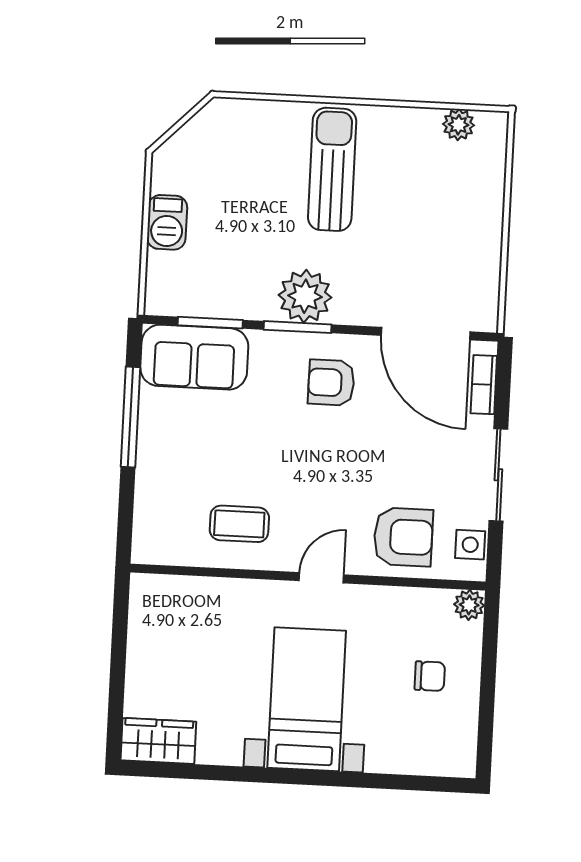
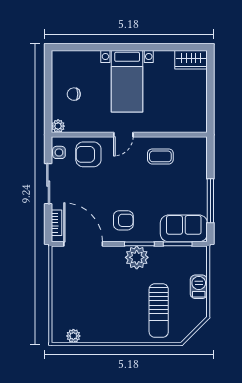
sun lounger: (332, 169) -> (159, 311), moved

